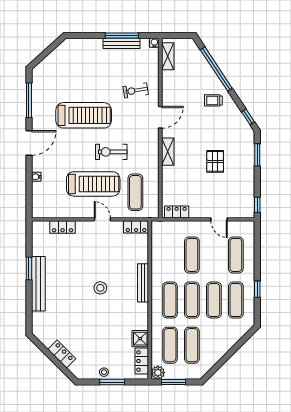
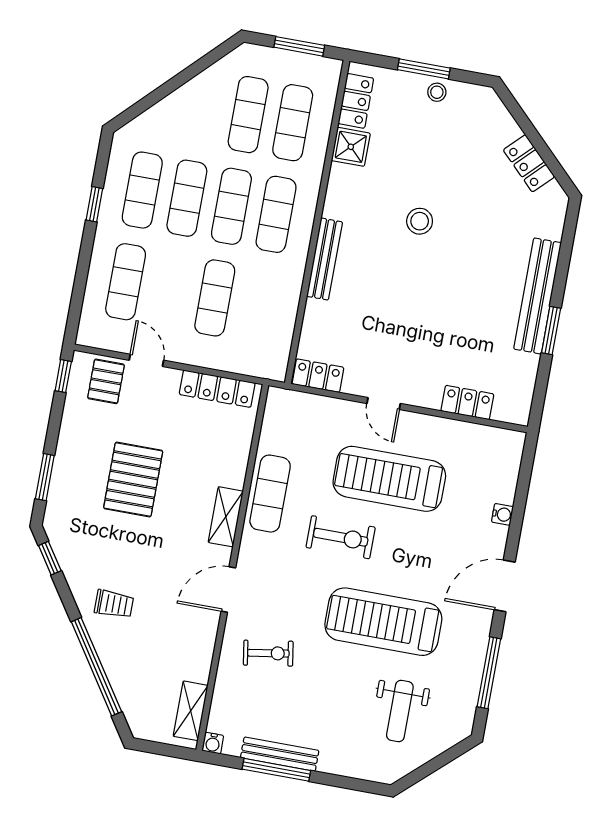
weight bench: (68, 74) -> (400, 711), added
pallet: (215, 161) -> (133, 480), width x1.50, depth x1.42
exercise mat: (135, 192) -> (270, 494), moved
pallet: (236, 206) -> (106, 381), added
locker: (177, 212) -> (217, 389), width x1.53
stool: (100, 288) -> (420, 221), moved
locker: (62, 354) -> (529, 163), moved
plant: (158, 373) -> (327, 71), removed

